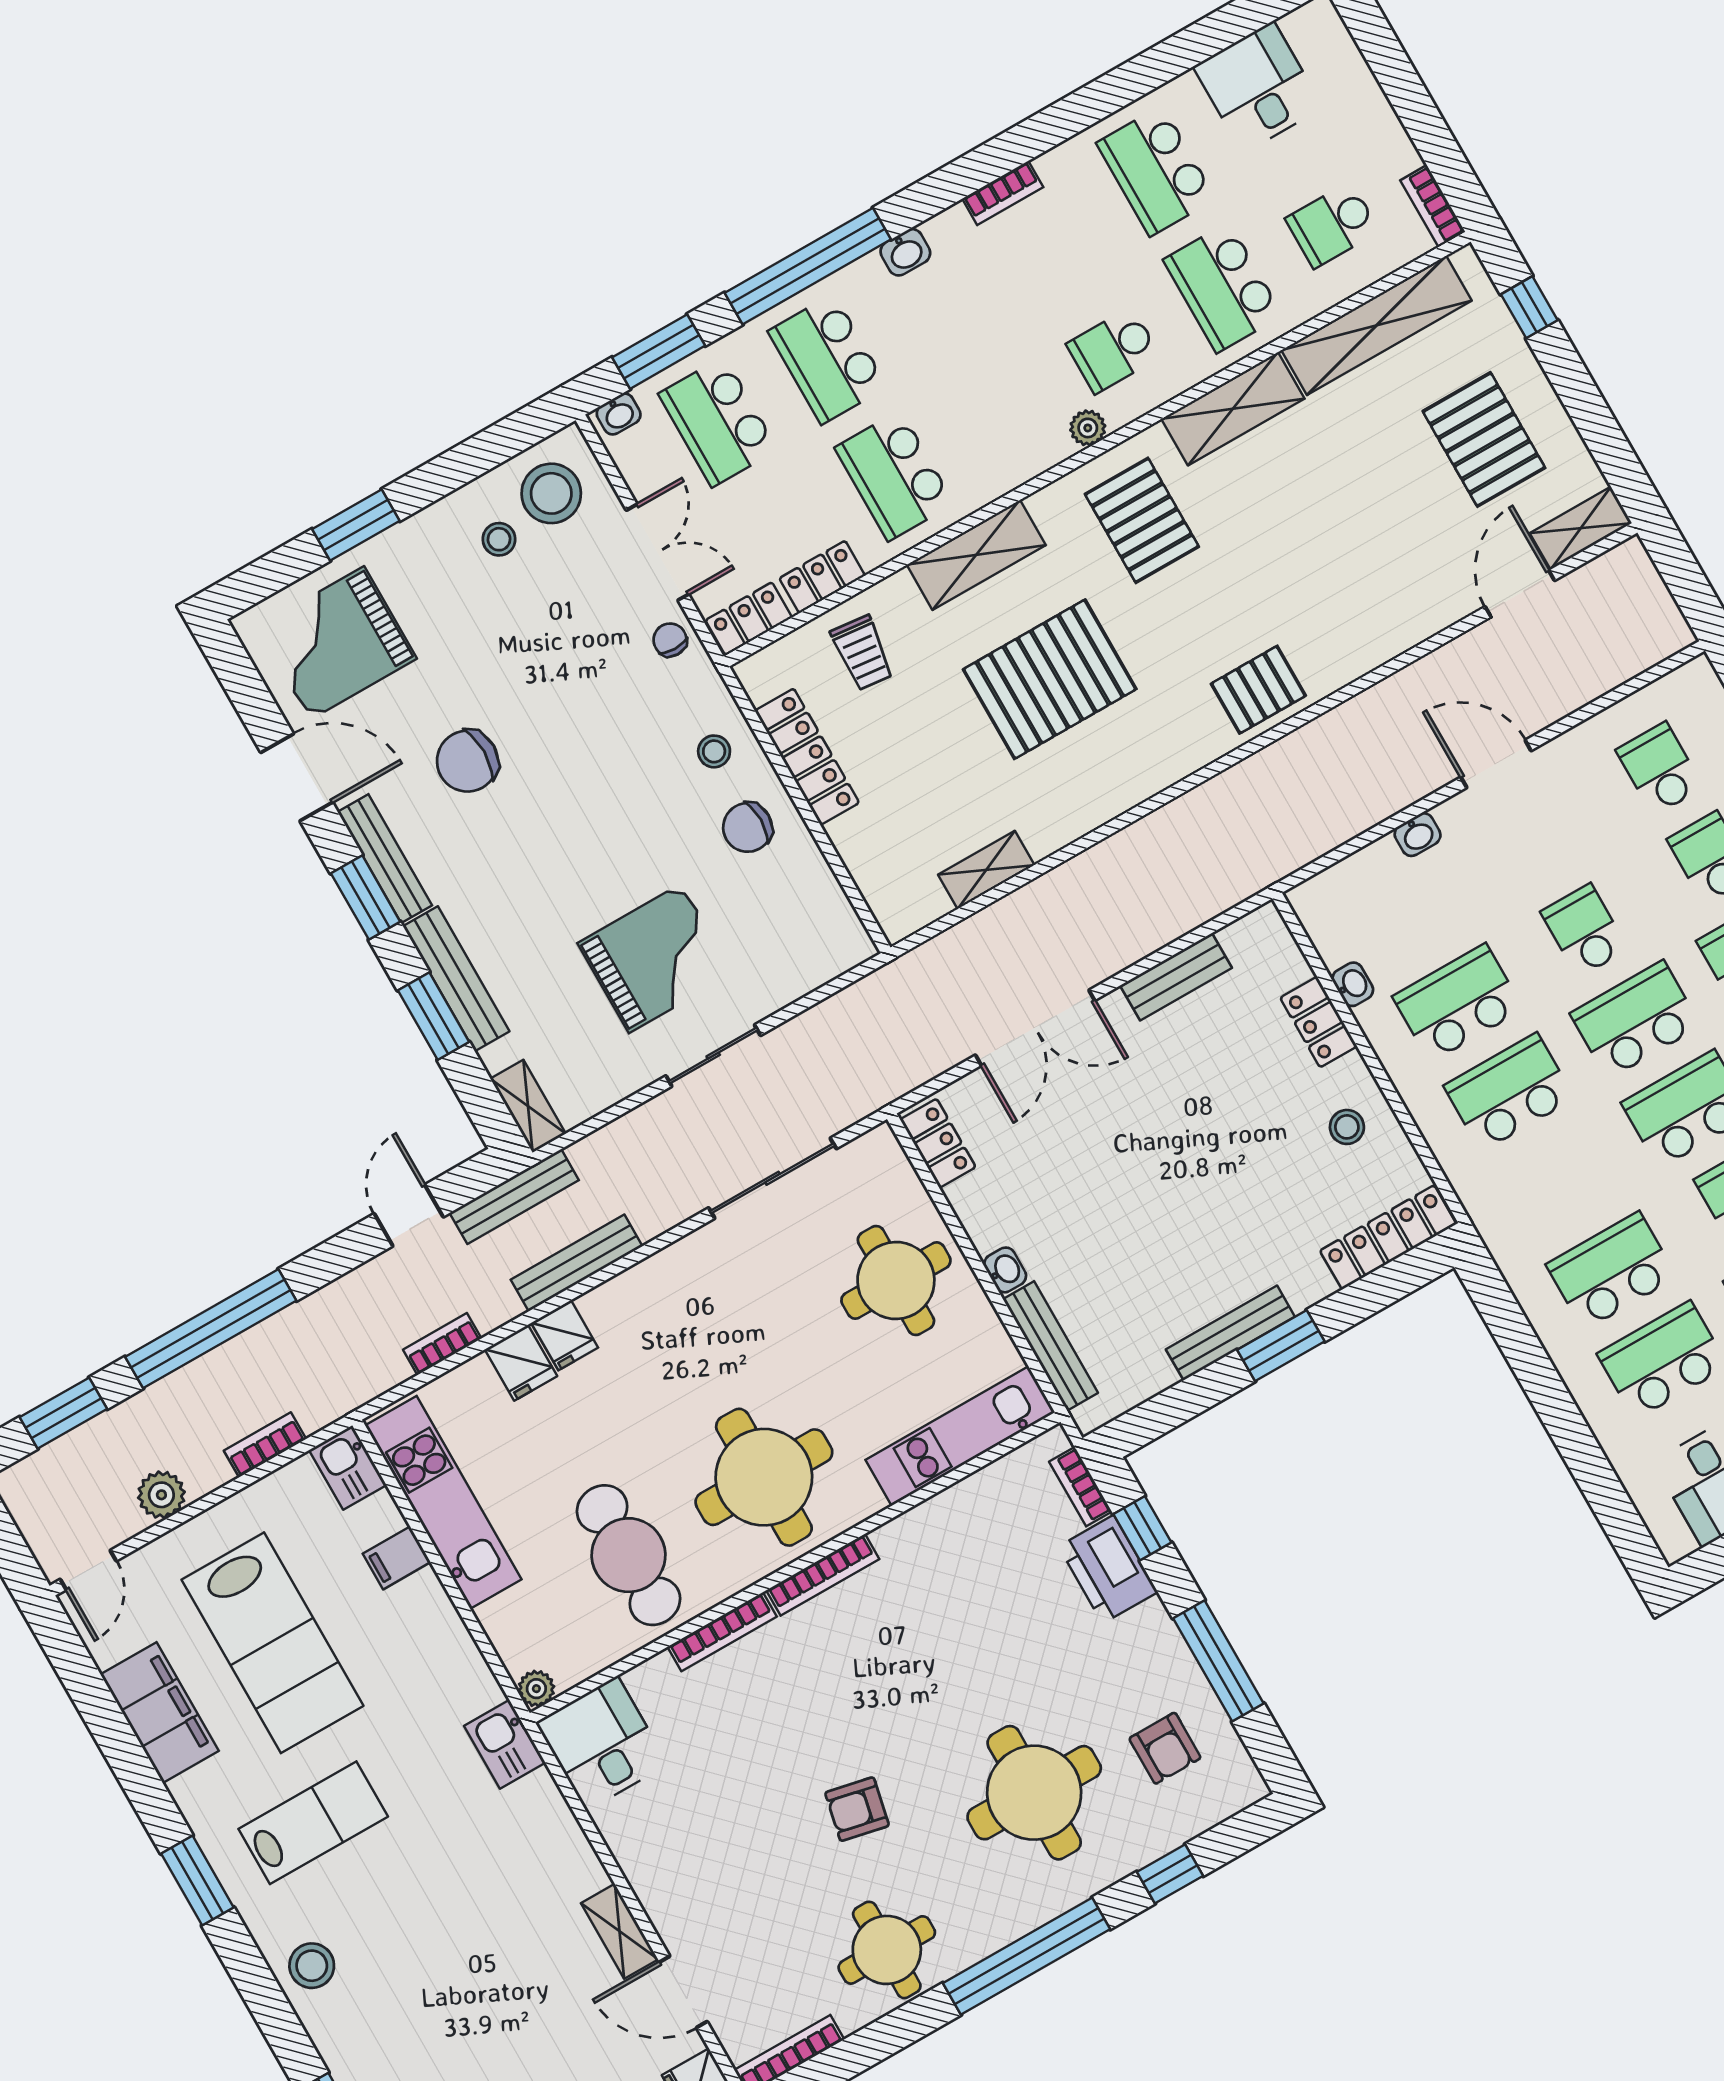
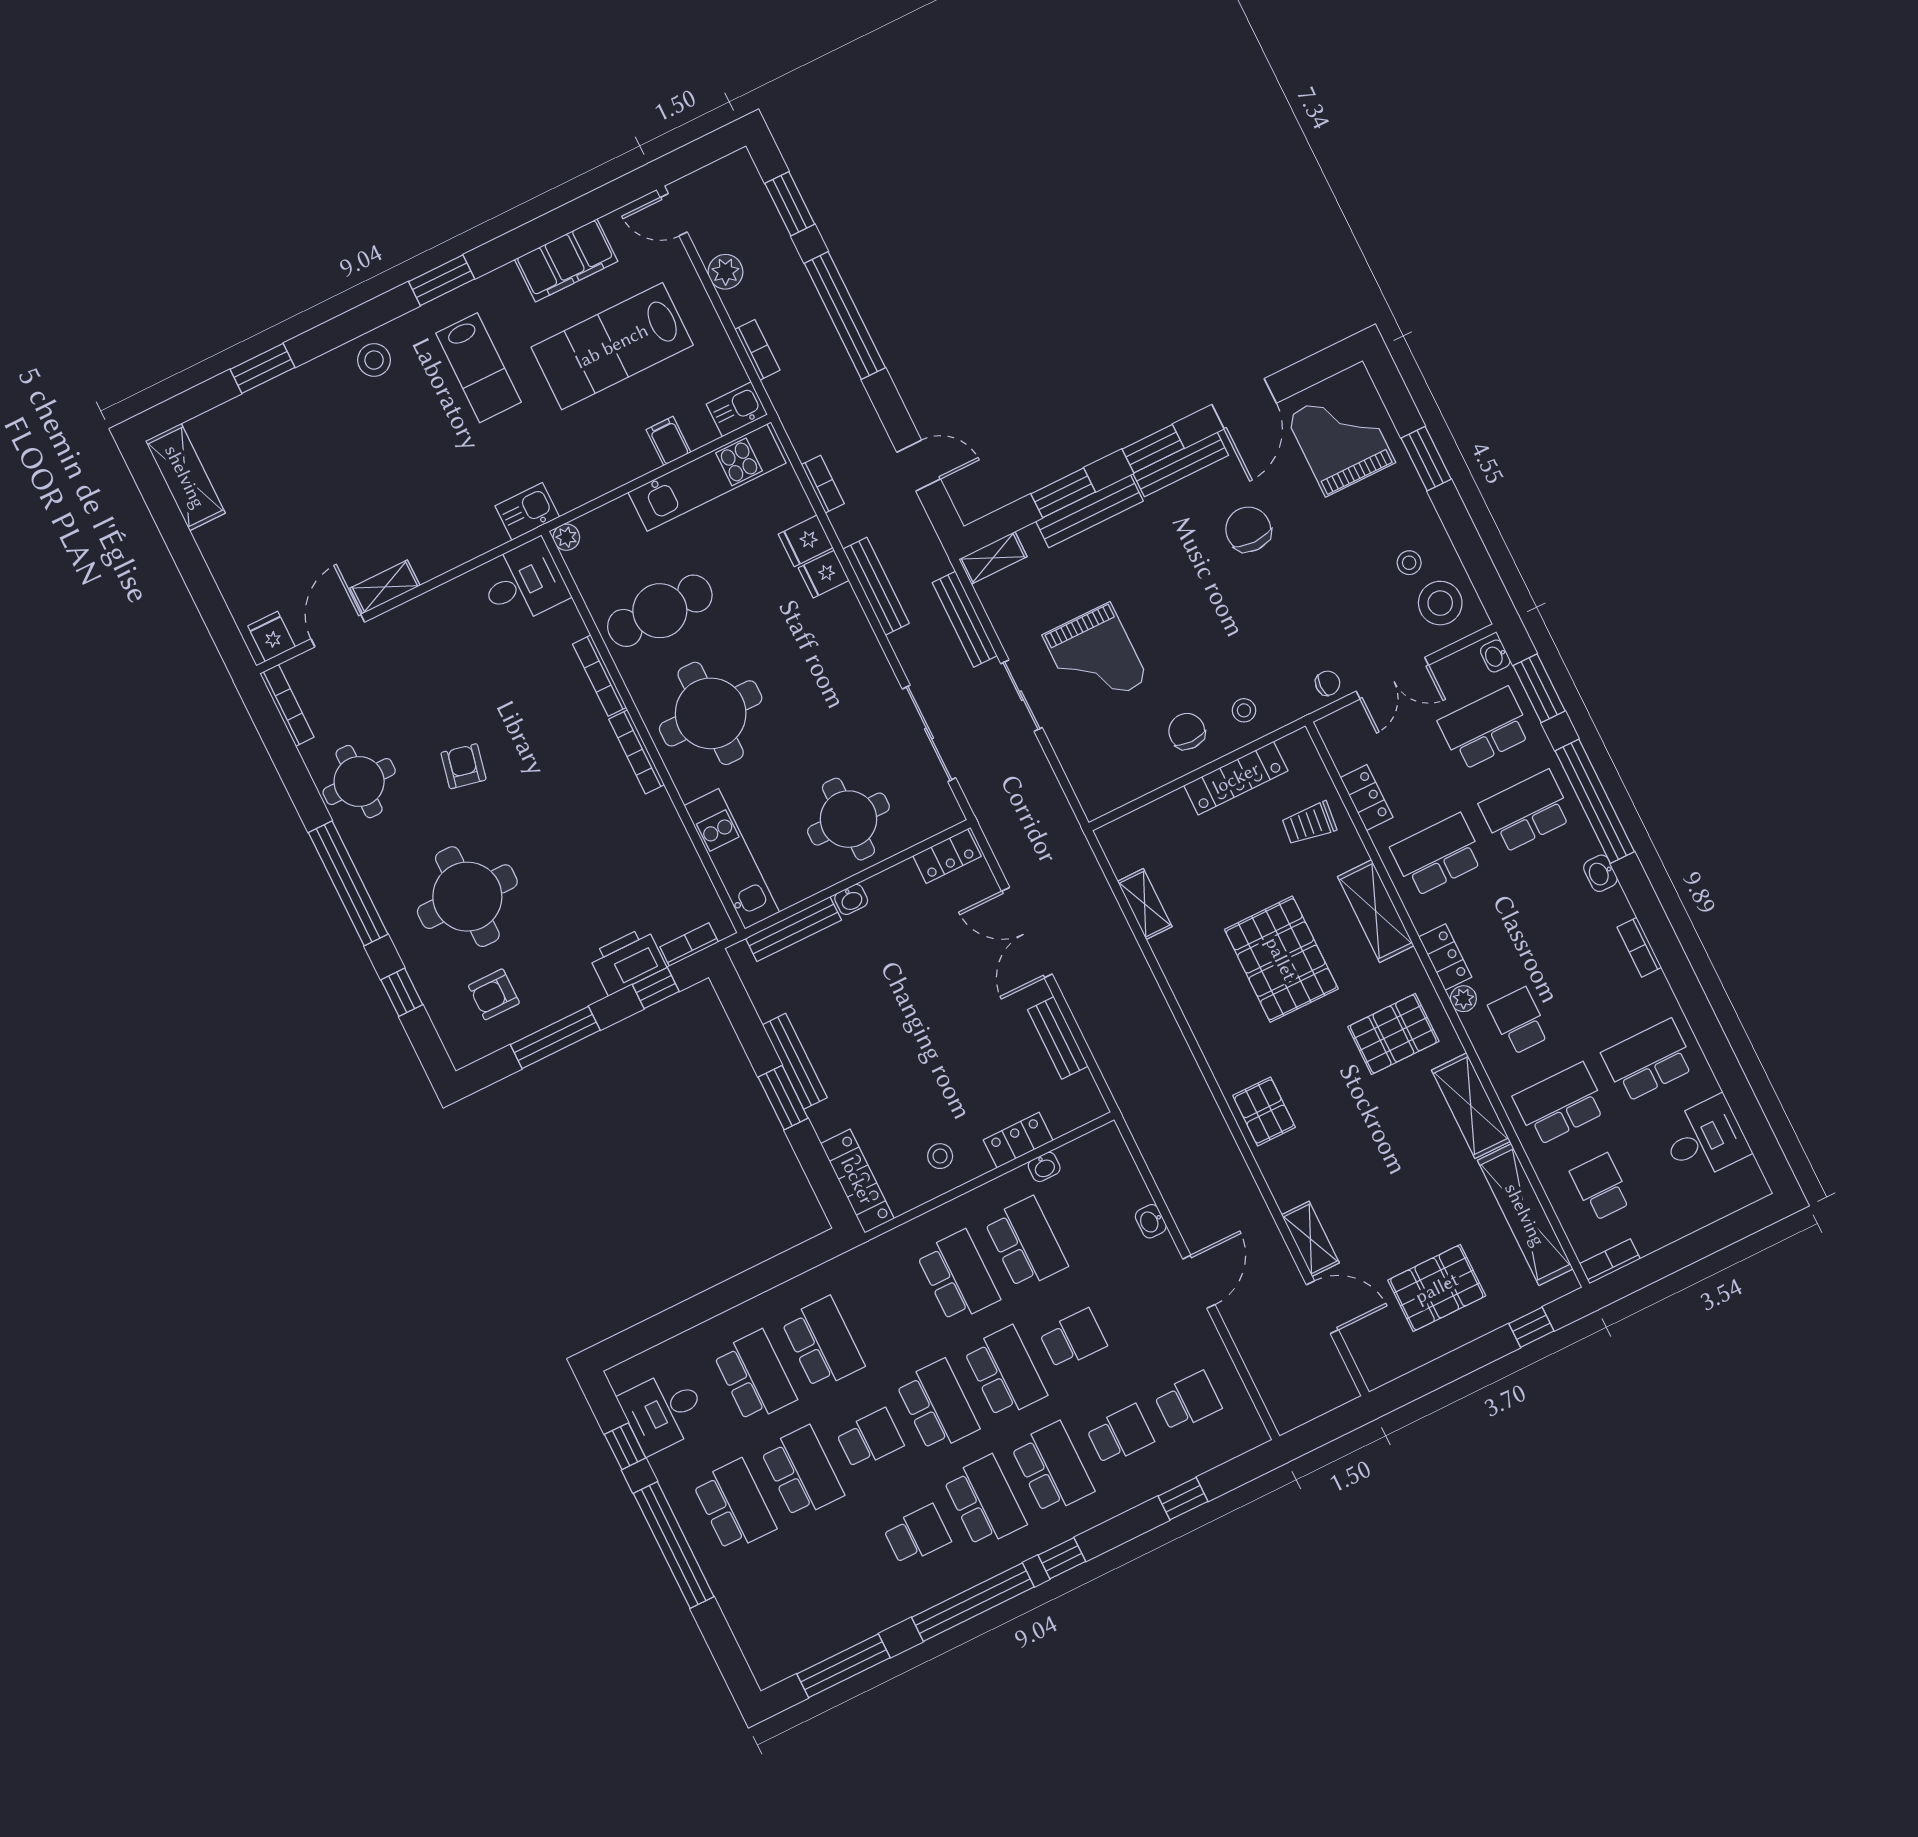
shelving: (1581, 528) -> (1310, 1239), moved
locker: (749, 619) -> (1445, 957), moved
bench: (514, 1197) -> (965, 619), moved

